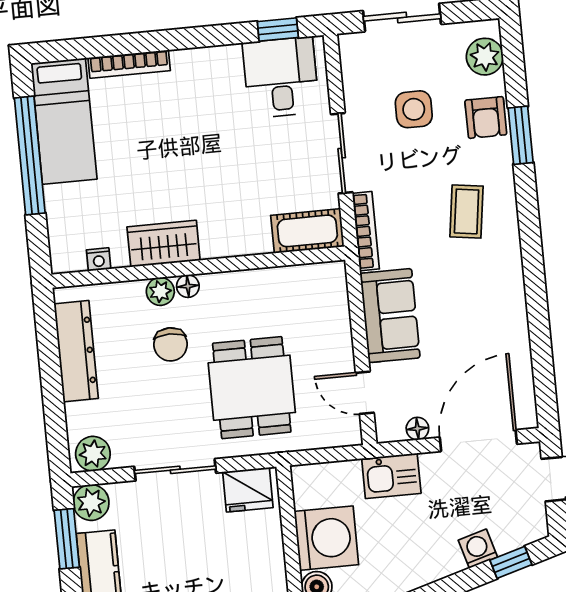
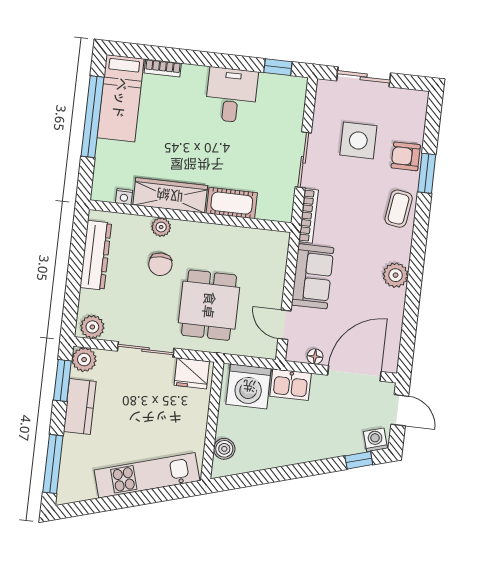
plant: (485, 57) -> (396, 275), moved
bookcase: (129, 64) -> (163, 68), width x0.64
desk: (281, 77) -> (231, 95), moved
side table: (414, 109) -> (358, 140), width x1.37, depth x1.37
armchair: (486, 117) -> (406, 156), turned 90
coffee table: (467, 211) -> (399, 209), moved
cot: (307, 231) -> (232, 203), moved
wardrobe: (164, 244) -> (170, 195), width x1.50
floor lamp: (188, 286) -> (180, 227), removed
washing machine: (326, 538) -> (249, 386), moved, turned 90
washing machine: (478, 549) -> (375, 440), moved

